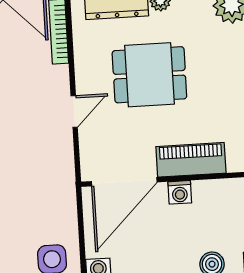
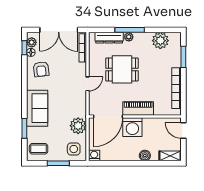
washing machine: (180, 192) -> (132, 127), width x1.89, depth x1.89
plant: (59, 206) -> (78, 126), added

